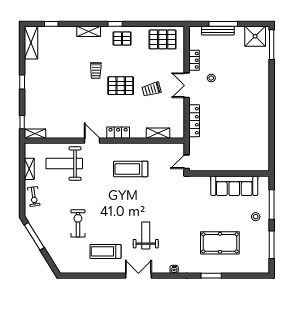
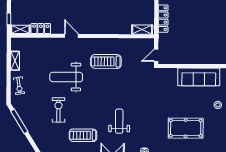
locker: (118, 133) -> (41, 29), moved
shelving: (158, 133) -> (142, 30), moved
weight bench: (64, 164) -> (66, 77), moved

